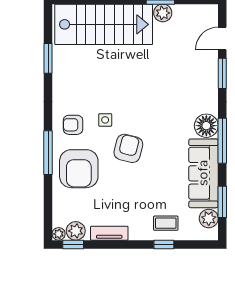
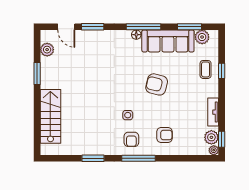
plant: (163, 13) -> (47, 50), moved
stairs: (104, 24) -> (50, 116), width x0.73, depth x0.66
window: (48, 58) -> (93, 158), moved
floor lamp: (206, 126) -> (136, 35), width x0.53, depth x0.53
armchair: (128, 148) -> (157, 84), moved
window: (48, 153) -> (139, 158), moved
armchair: (79, 169) -> (164, 135), width x0.53, depth x0.53

